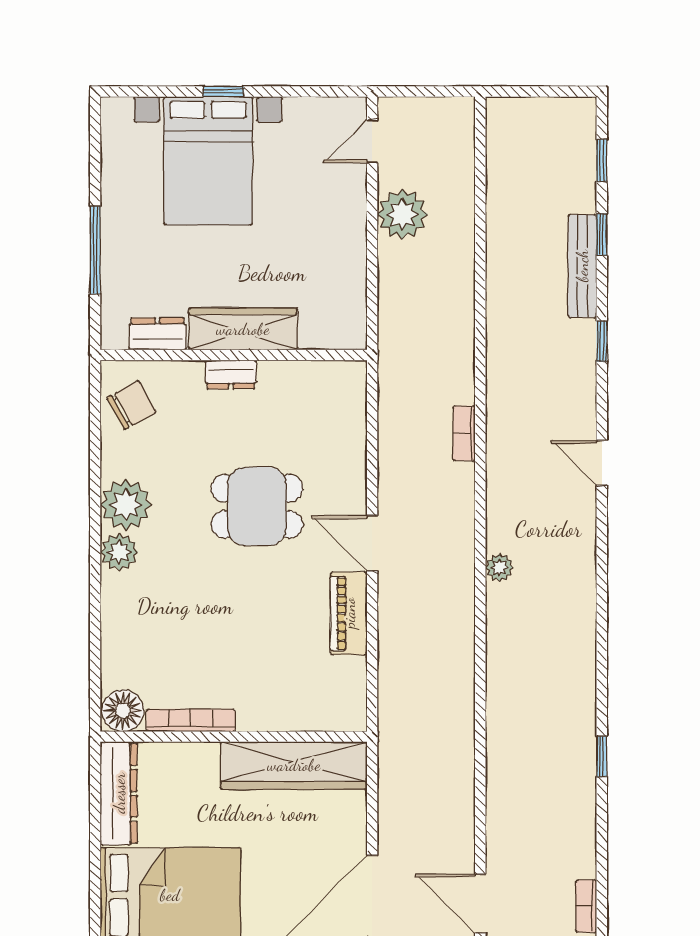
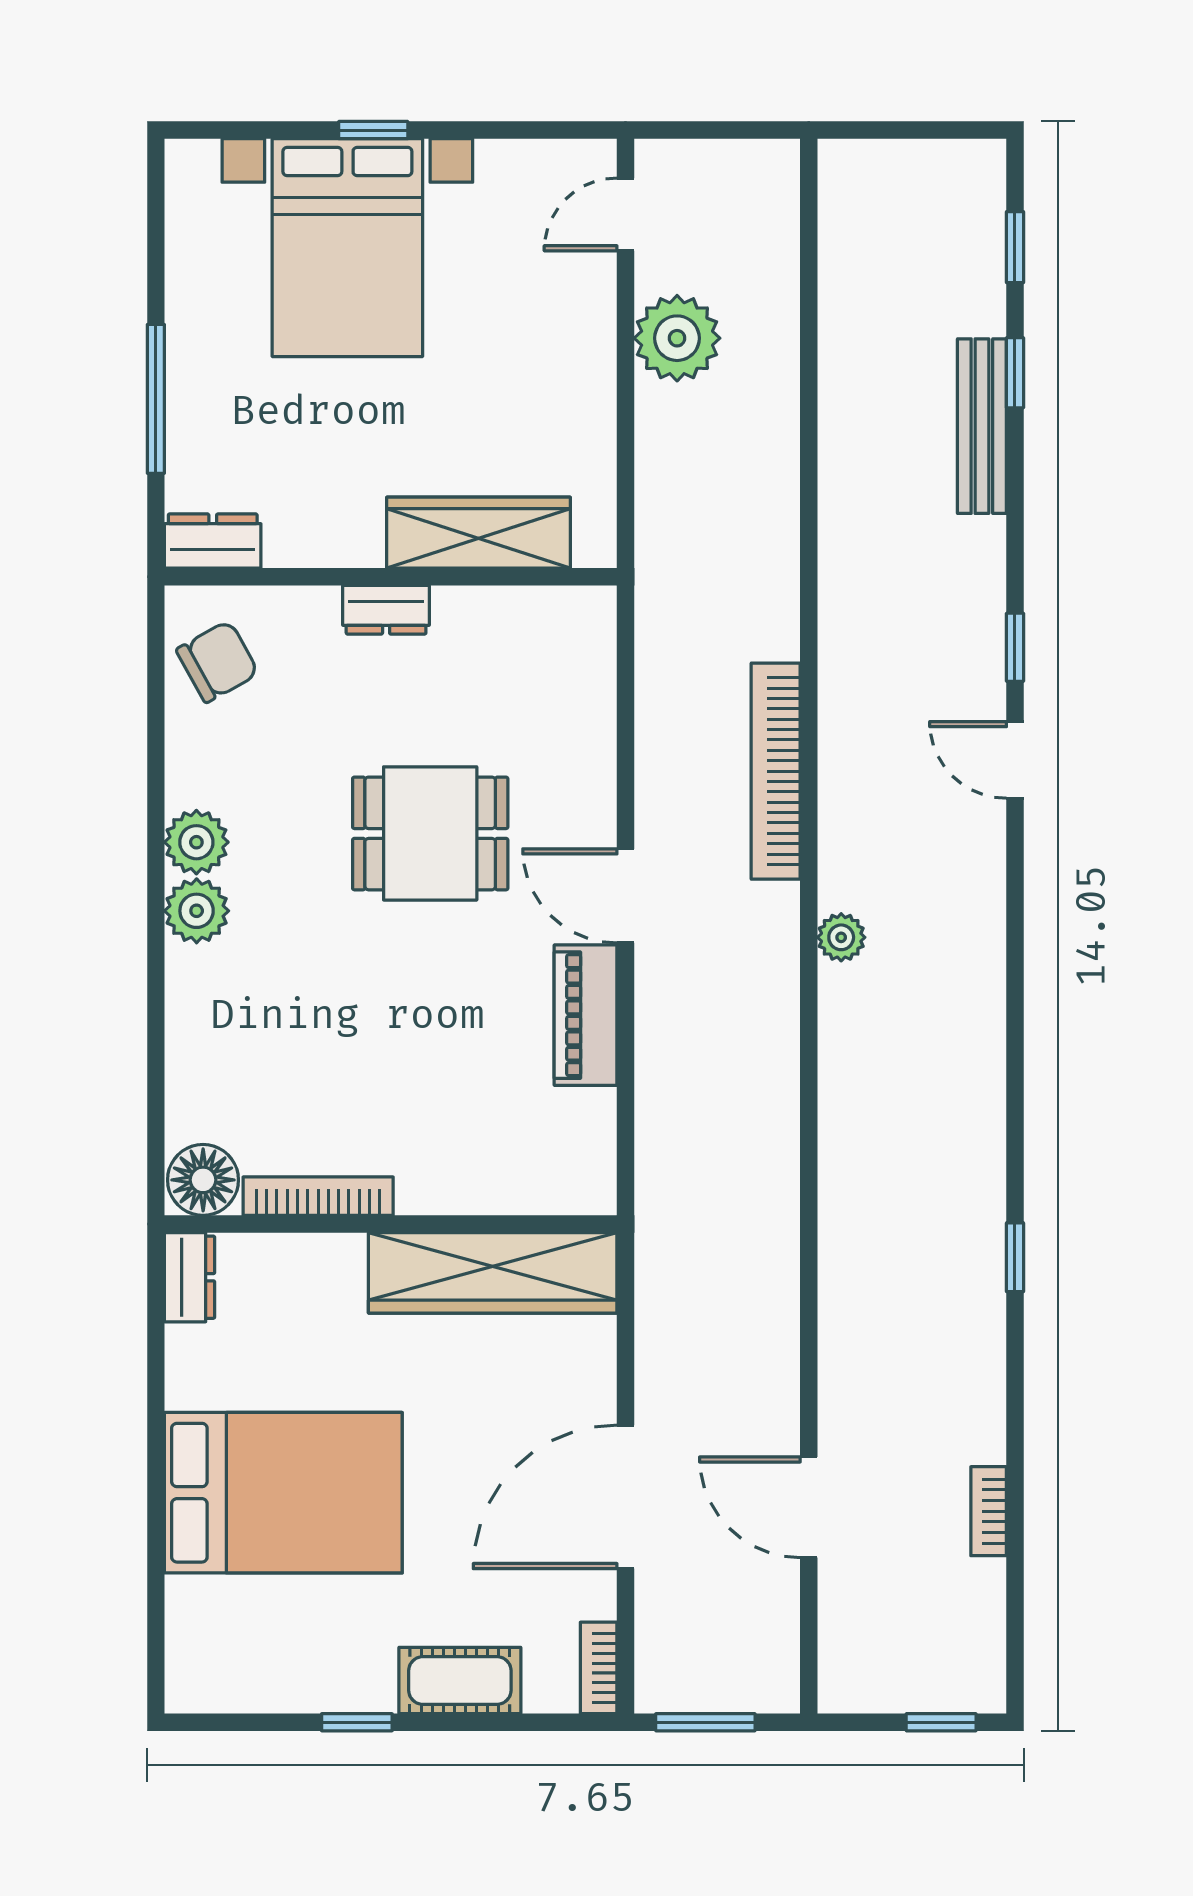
wardrobe: (243, 329) -> (478, 533), moved
dresser: (158, 334) -> (213, 541), moved
window: (602, 341) -> (1015, 647), moved
bookcase: (464, 433) -> (776, 771), width x2.31, depth x1.31
plant: (126, 505) -> (196, 842), width x0.73, depth x0.73
dresser: (119, 793) -> (190, 1277), width x0.51, depth x0.80

